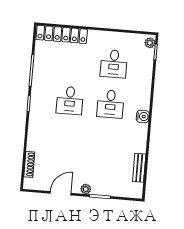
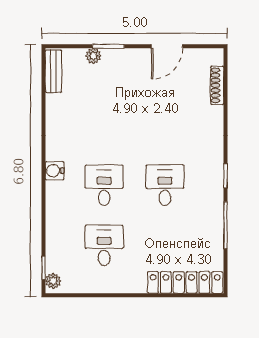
bench: (139, 168) -> (53, 71), moved
plant: (86, 189) -> (93, 56), moved

